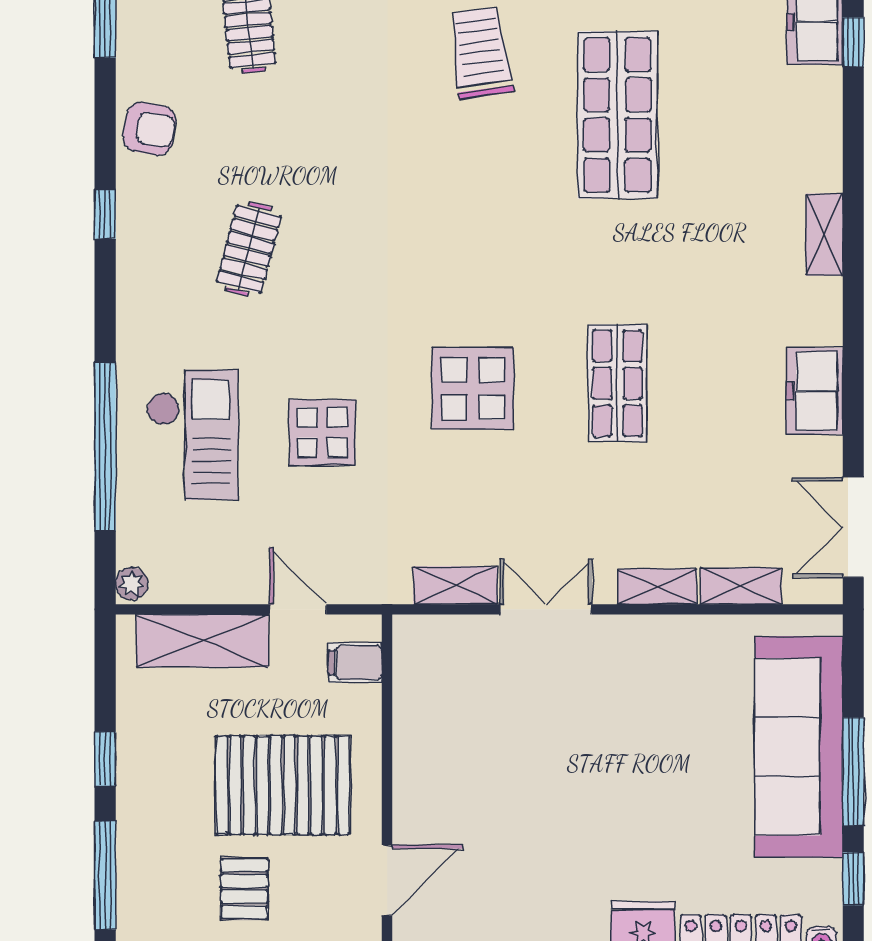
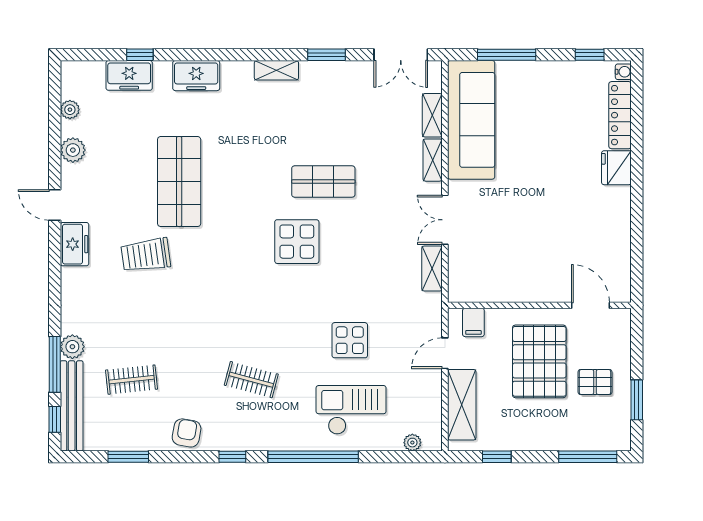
shop shelf: (617, 115) -> (179, 182), turned 90
shelving: (824, 235) -> (276, 70), moved
display table: (473, 388) -> (297, 242), moved
window: (853, 389) -> (326, 55), added
freezer: (814, 391) -> (196, 76), moved
window: (105, 446) -> (313, 457), moved
plant: (132, 584) -> (412, 443), moved
sofa: (799, 747) -> (471, 120), moved, turned -90
window: (105, 759) -> (497, 457), moved
window: (853, 772) -> (507, 55), moved

